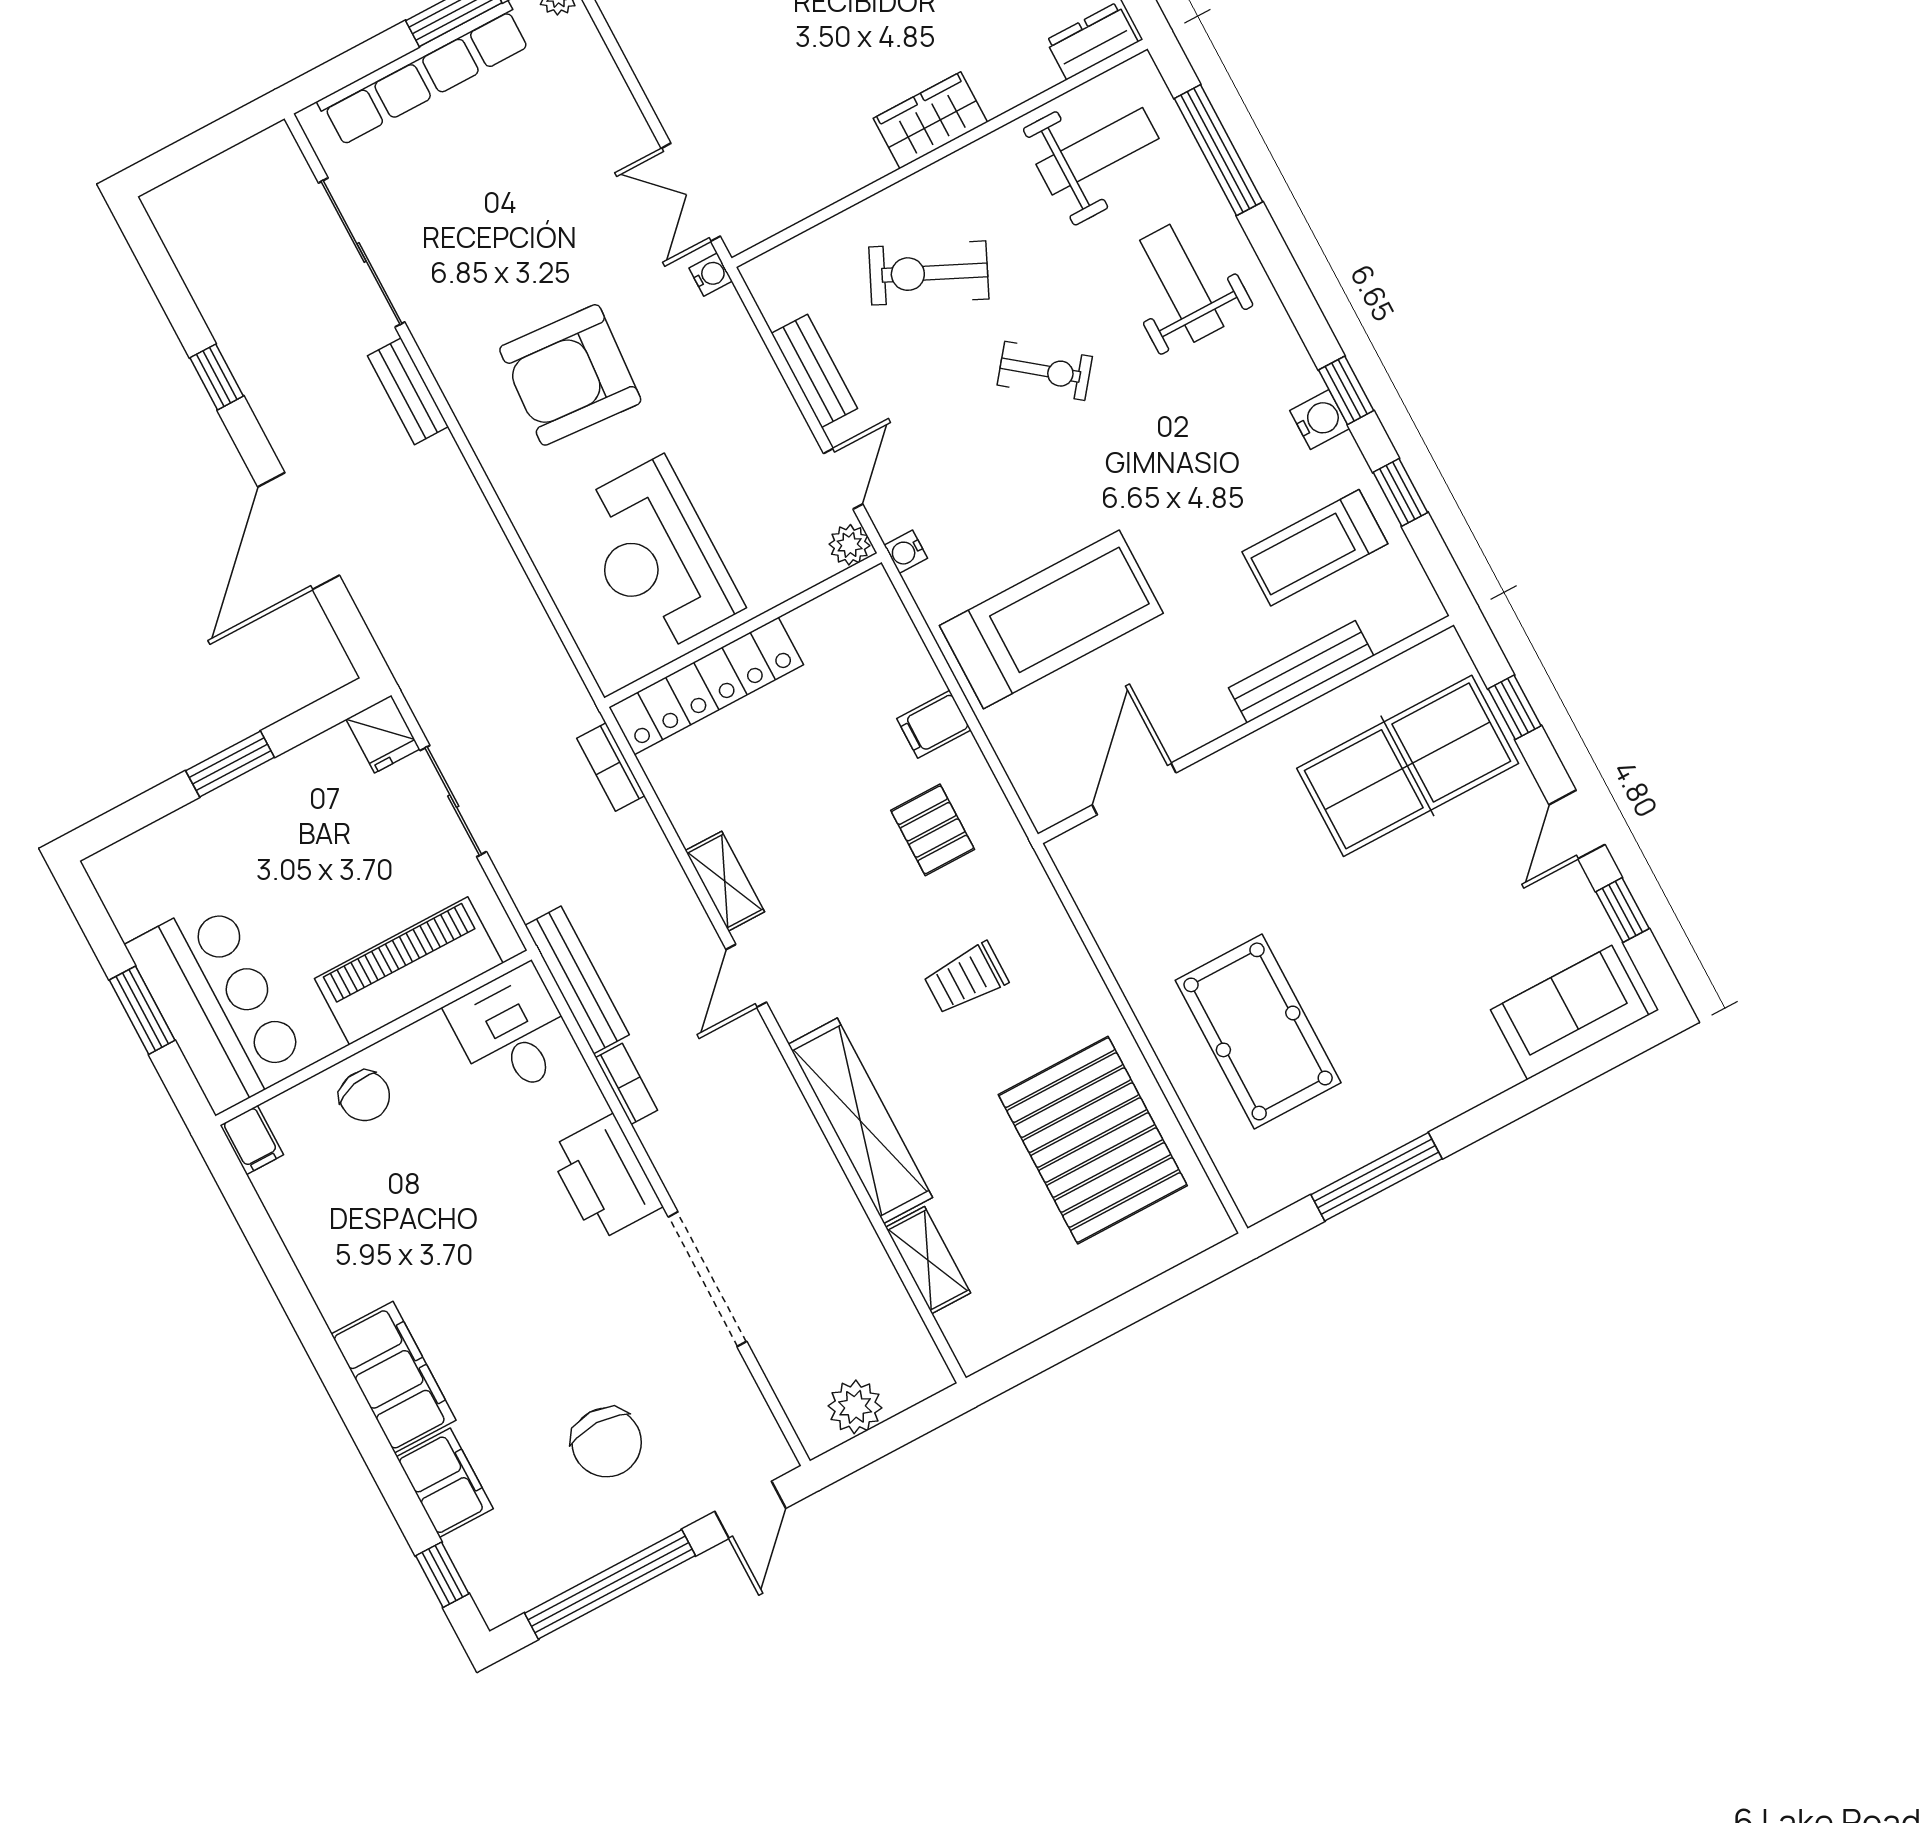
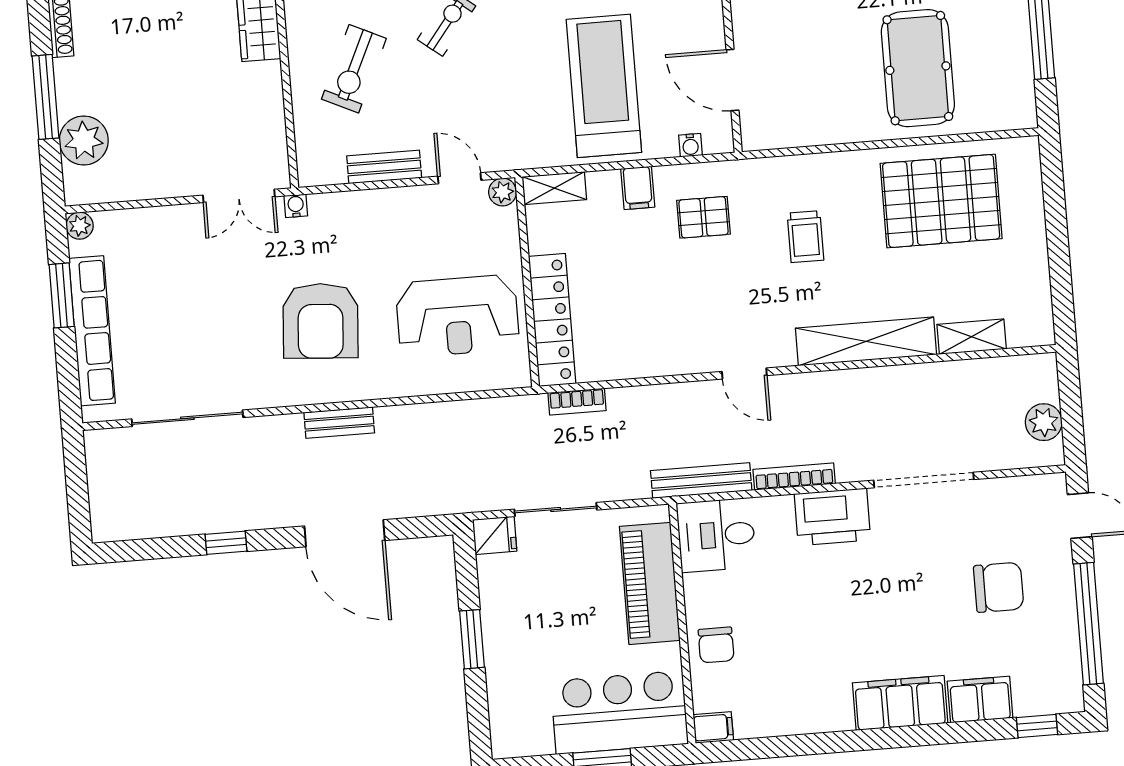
bench: (408, 391) -> (339, 423), moved
water cooler: (906, 552) -> (690, 145), moved
shelving: (725, 881) -> (554, 188), moved
pool table: (1258, 1031) -> (918, 68), turned 90
bookcase: (626, 1084) -> (794, 477), width x1.56
chair: (365, 1096) -> (716, 645), turned 103

